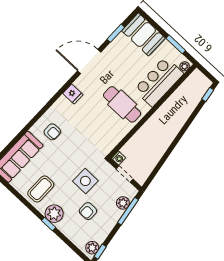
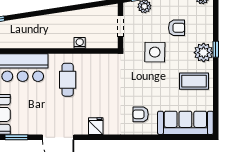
cafe table: (122, 104) -> (68, 80), width x0.73, depth x0.74
armchair: (52, 132) -> (141, 114), turned -90
washing machine: (118, 158) -> (80, 43), moved

